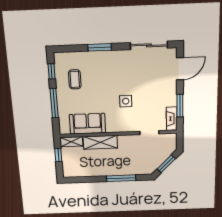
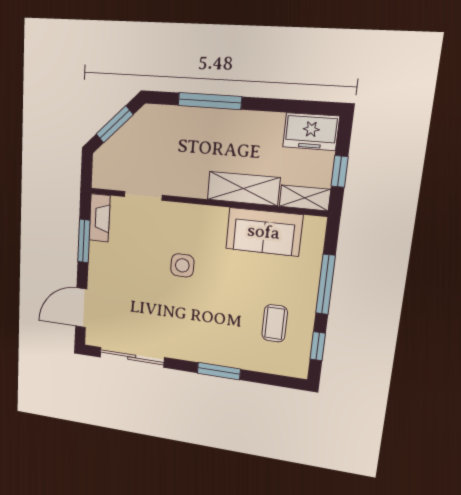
freezer: (74, 170) -> (311, 132), added

